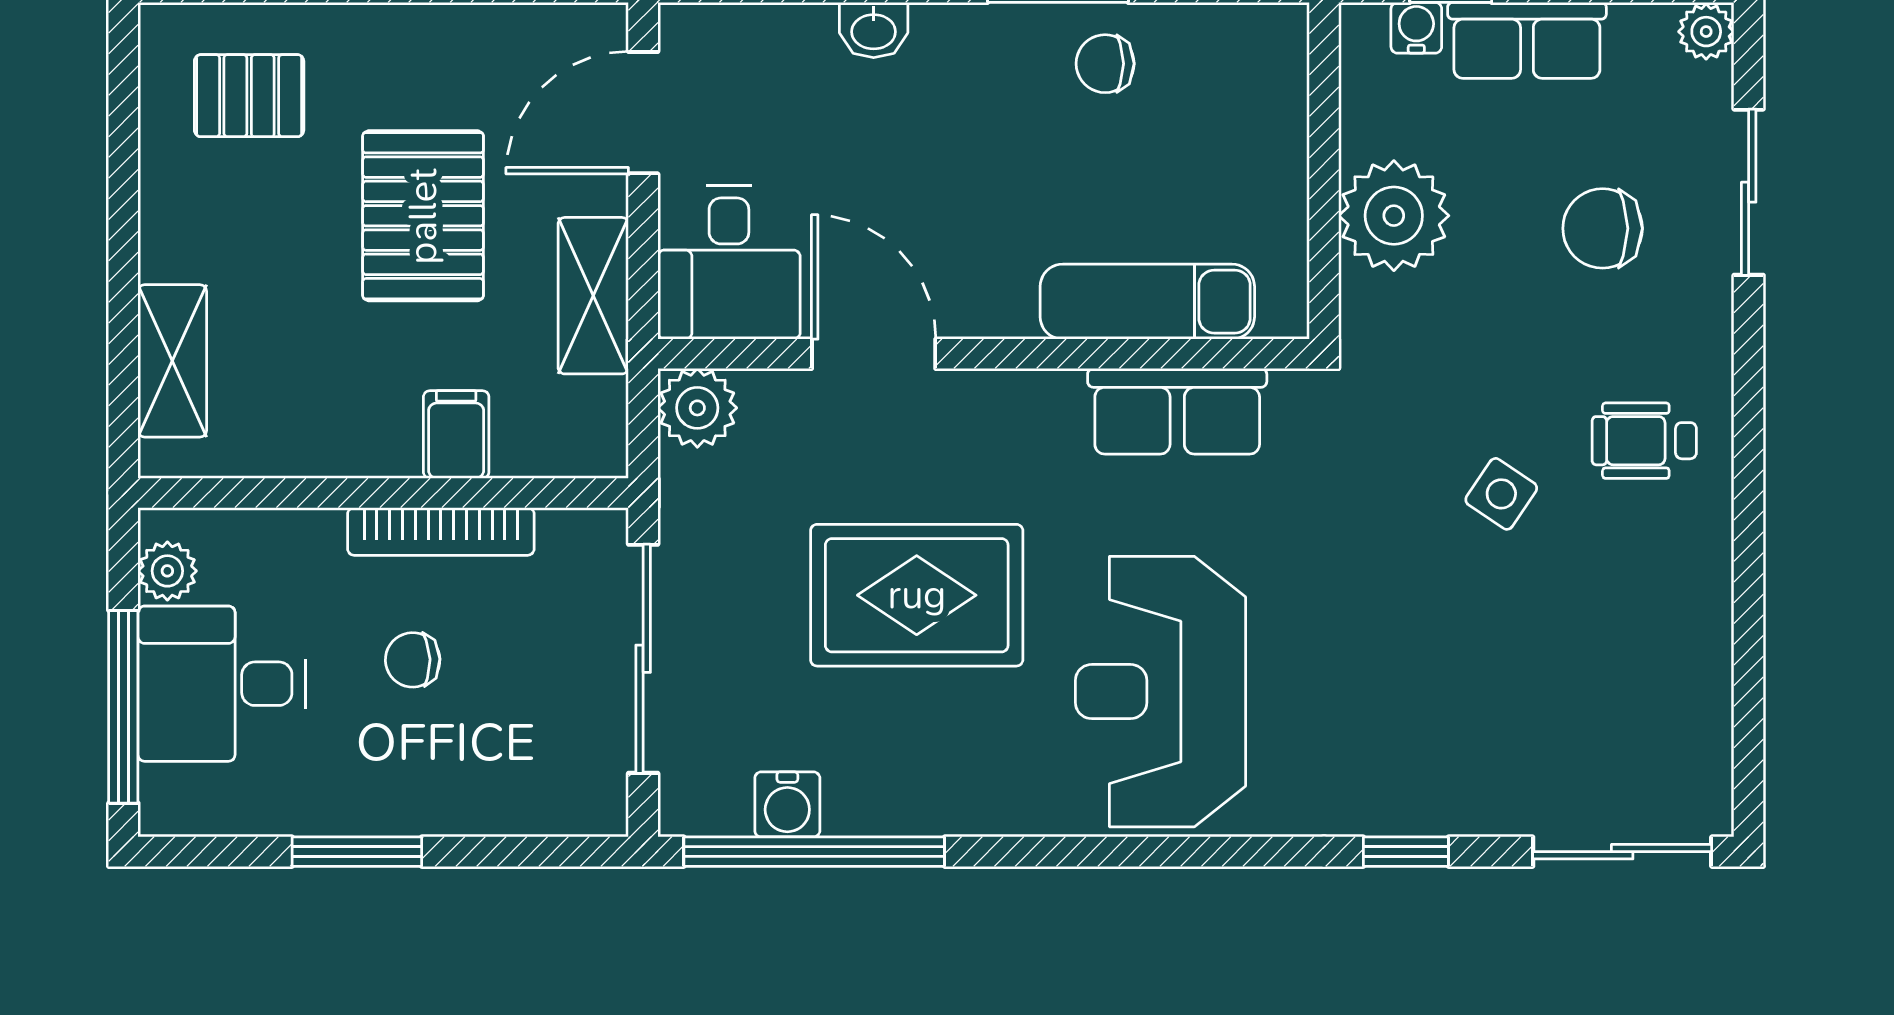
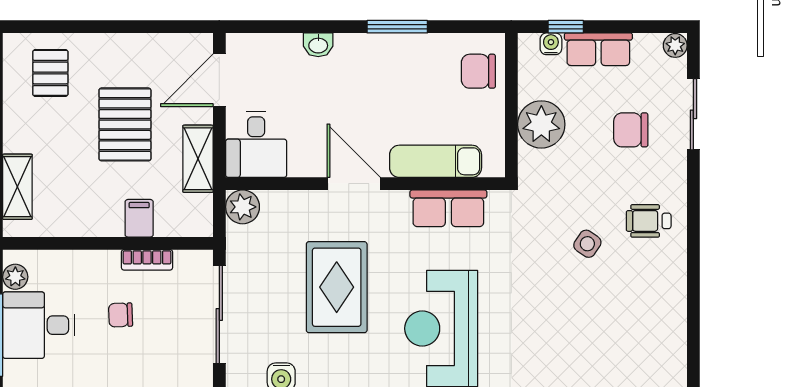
chair: (1105, 64) -> (478, 71), moved, width x1.37, depth x1.37
pallet: (249, 96) -> (50, 73), turned 90
door: (874, 354) -> (354, 184), moved
bookcase: (441, 531) -> (147, 260), width x0.64
rug: (917, 595) -> (337, 287), turned 90

